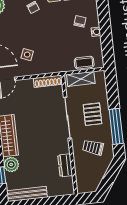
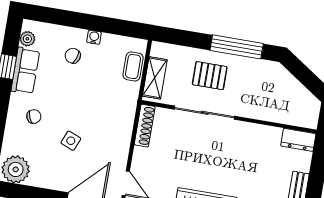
side table: (27, 55) -> (71, 141), moved
trolley: (93, 147) -> (257, 88), removed
dresser: (65, 165) -> (298, 140), moved

